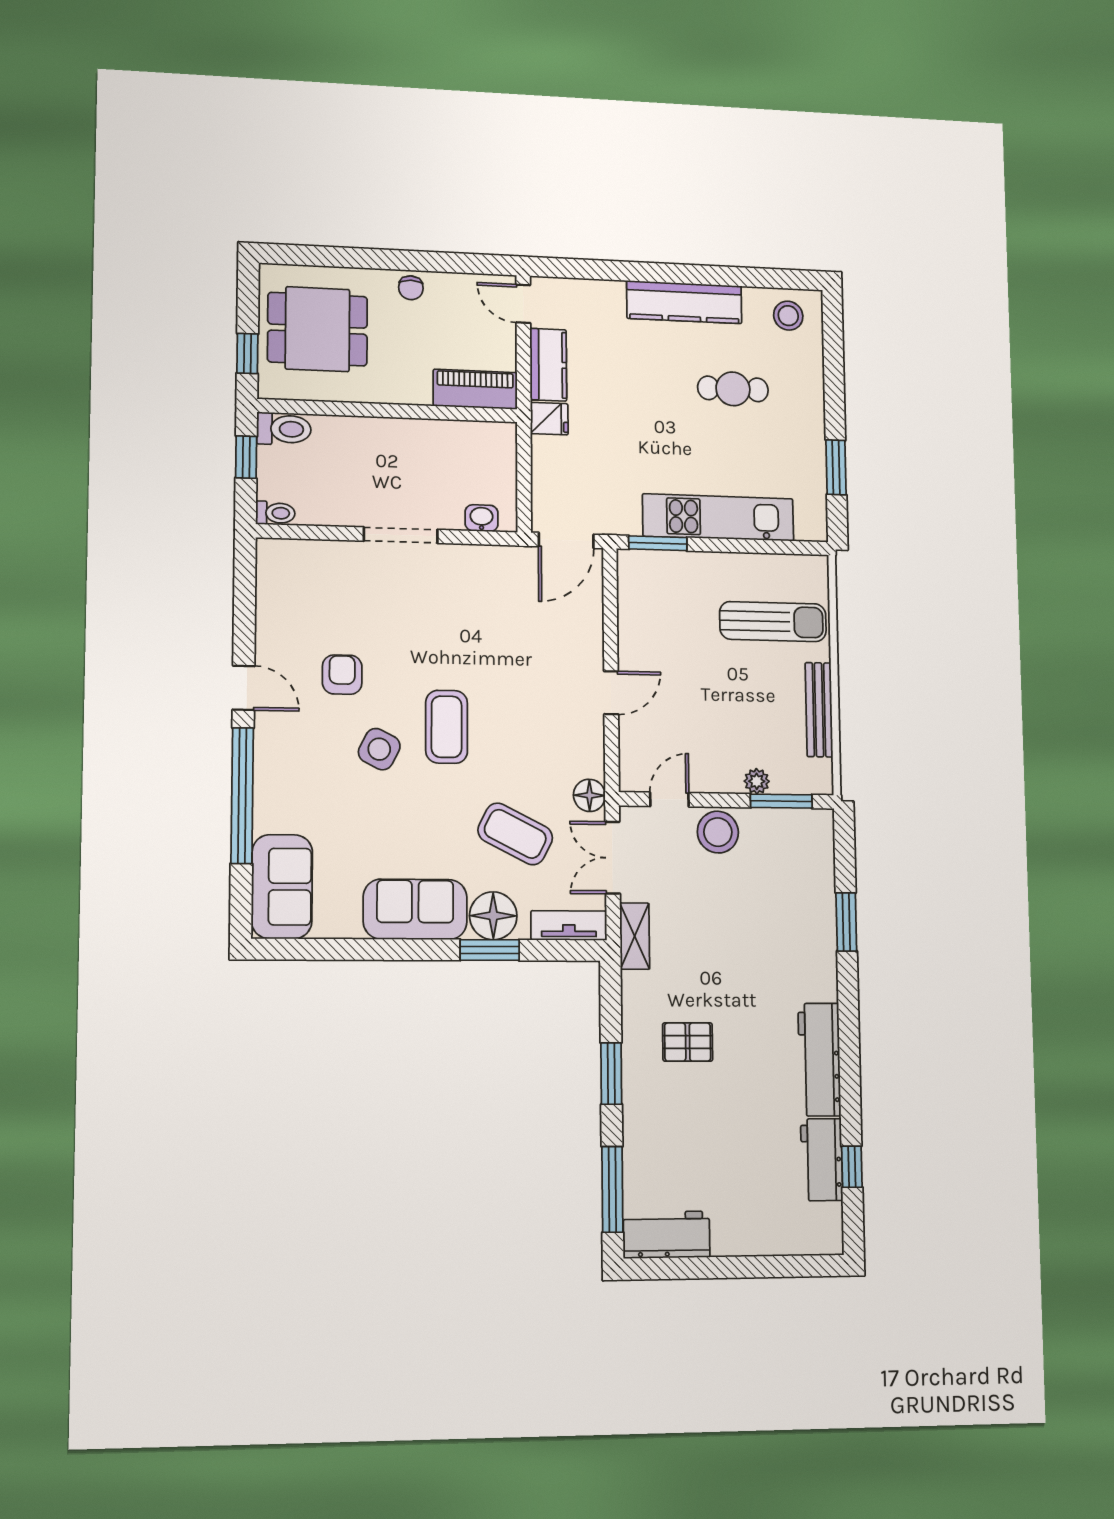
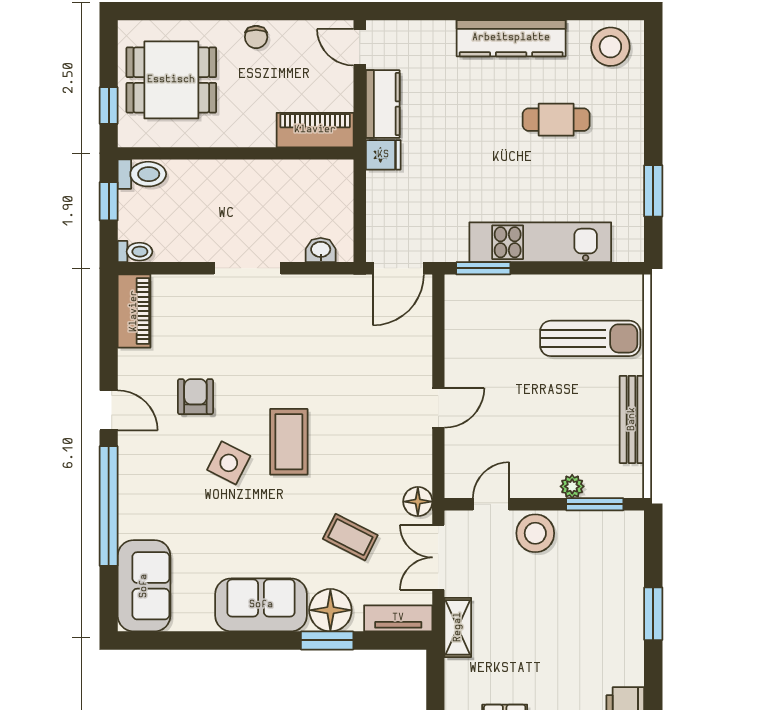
stool: (788, 316) -> (610, 47), width x1.38, depth x1.38
piano: (274, 578) -> (134, 311), added
coffee table: (515, 834) -> (350, 537), width x0.73, depth x0.77

